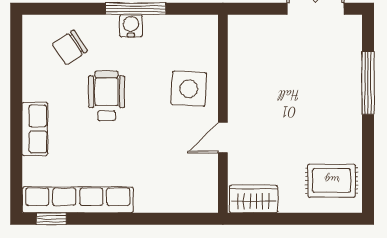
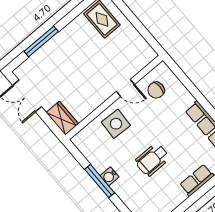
chair: (70, 47) -> (156, 90), moved, turned 123
wardrobe: (253, 199) -> (62, 118), moved, turned 180

